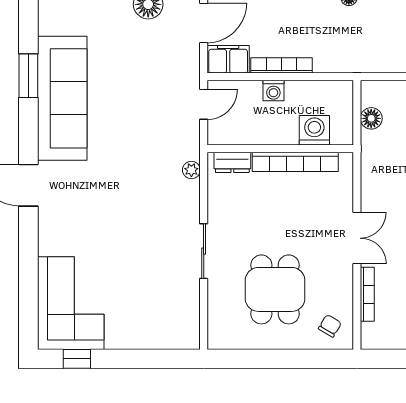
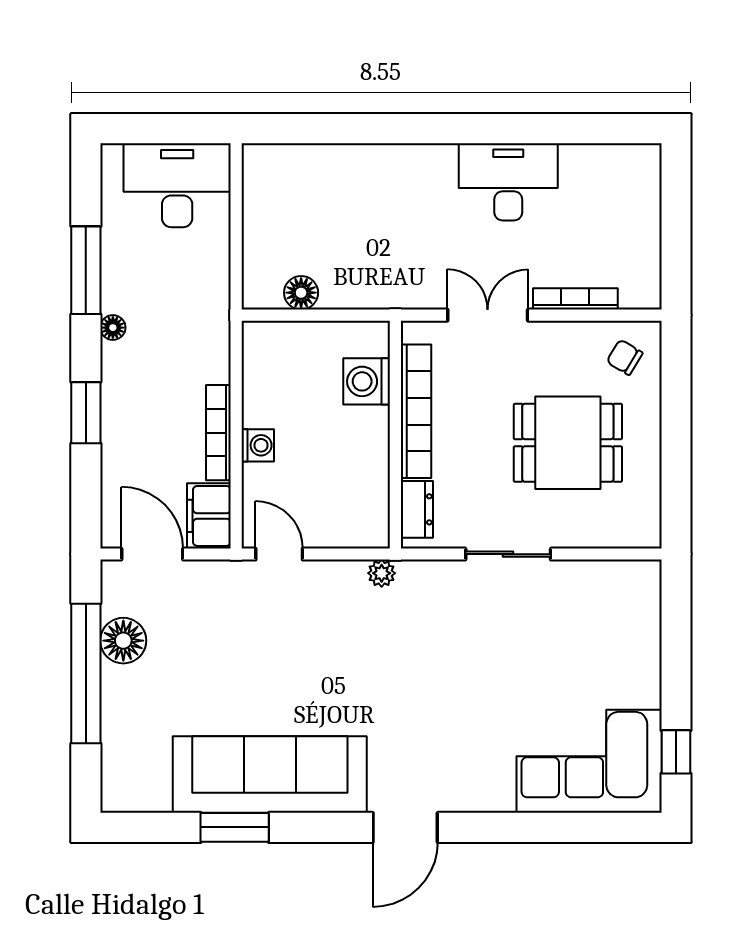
washing machine: (314, 130) -> (367, 381), moved
wall: (280, 149) -> (395, 435), moved
dresser: (232, 162) -> (417, 509), moved
bookcase: (295, 162) -> (416, 411), moved

